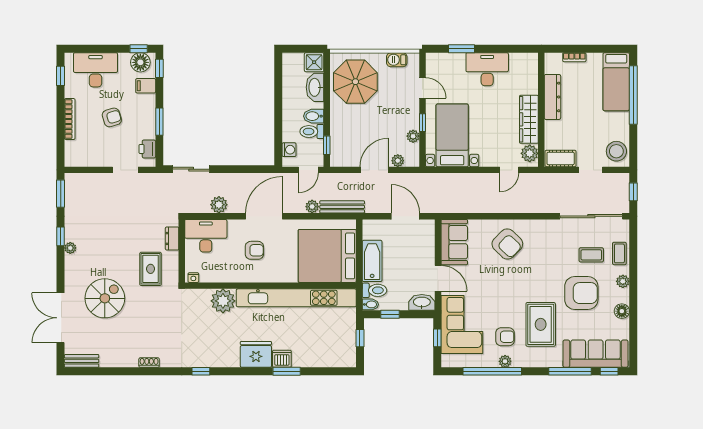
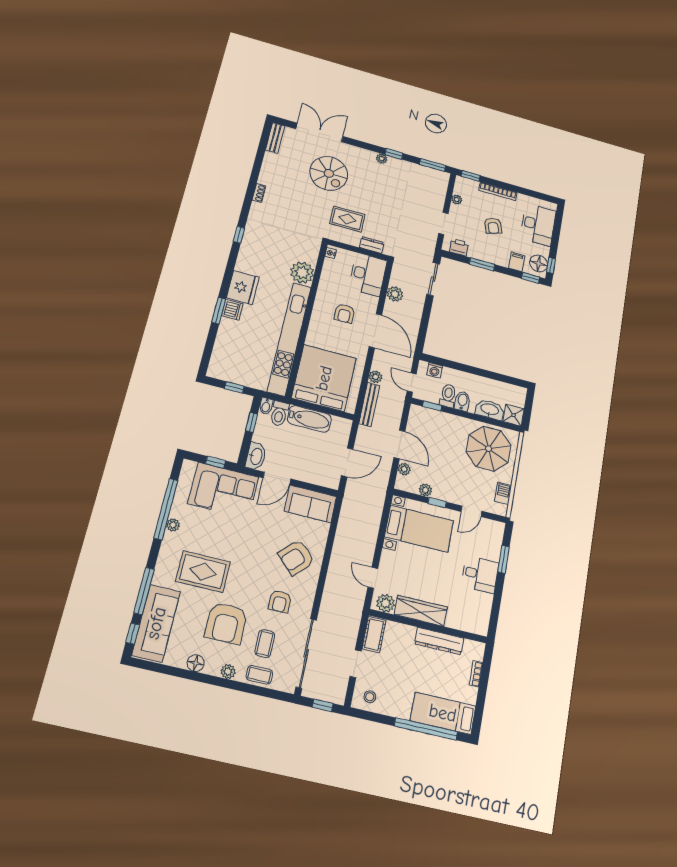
desk: (487, 69) -> (480, 574), width x0.73
window: (61, 76) -> (470, 176), moved
stool: (616, 151) -> (370, 697), width x0.53, depth x0.53
plant: (93, 161) -> (457, 199), added
armchair: (505, 337) -> (280, 602), moved

